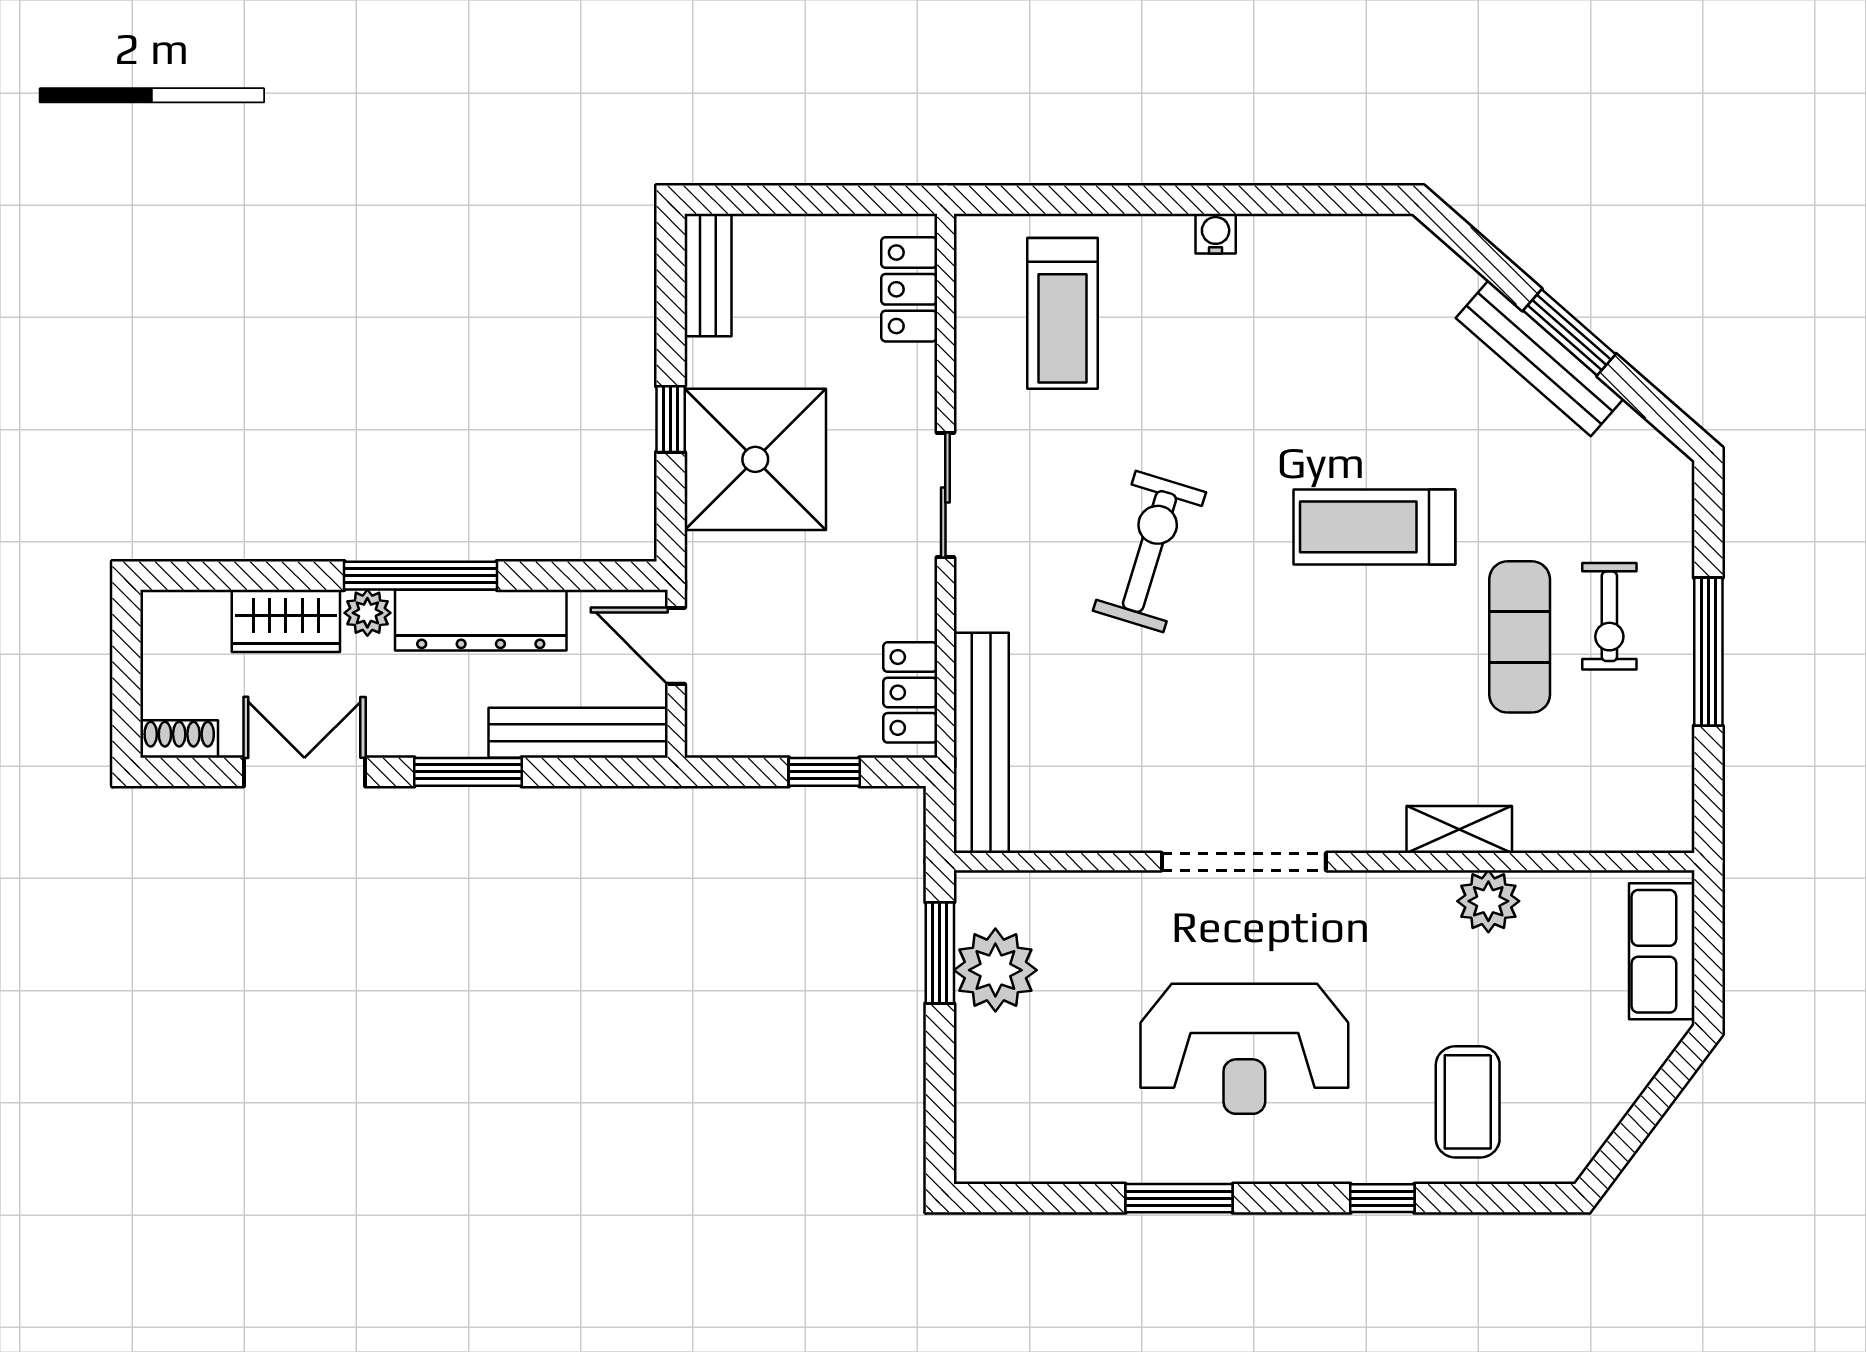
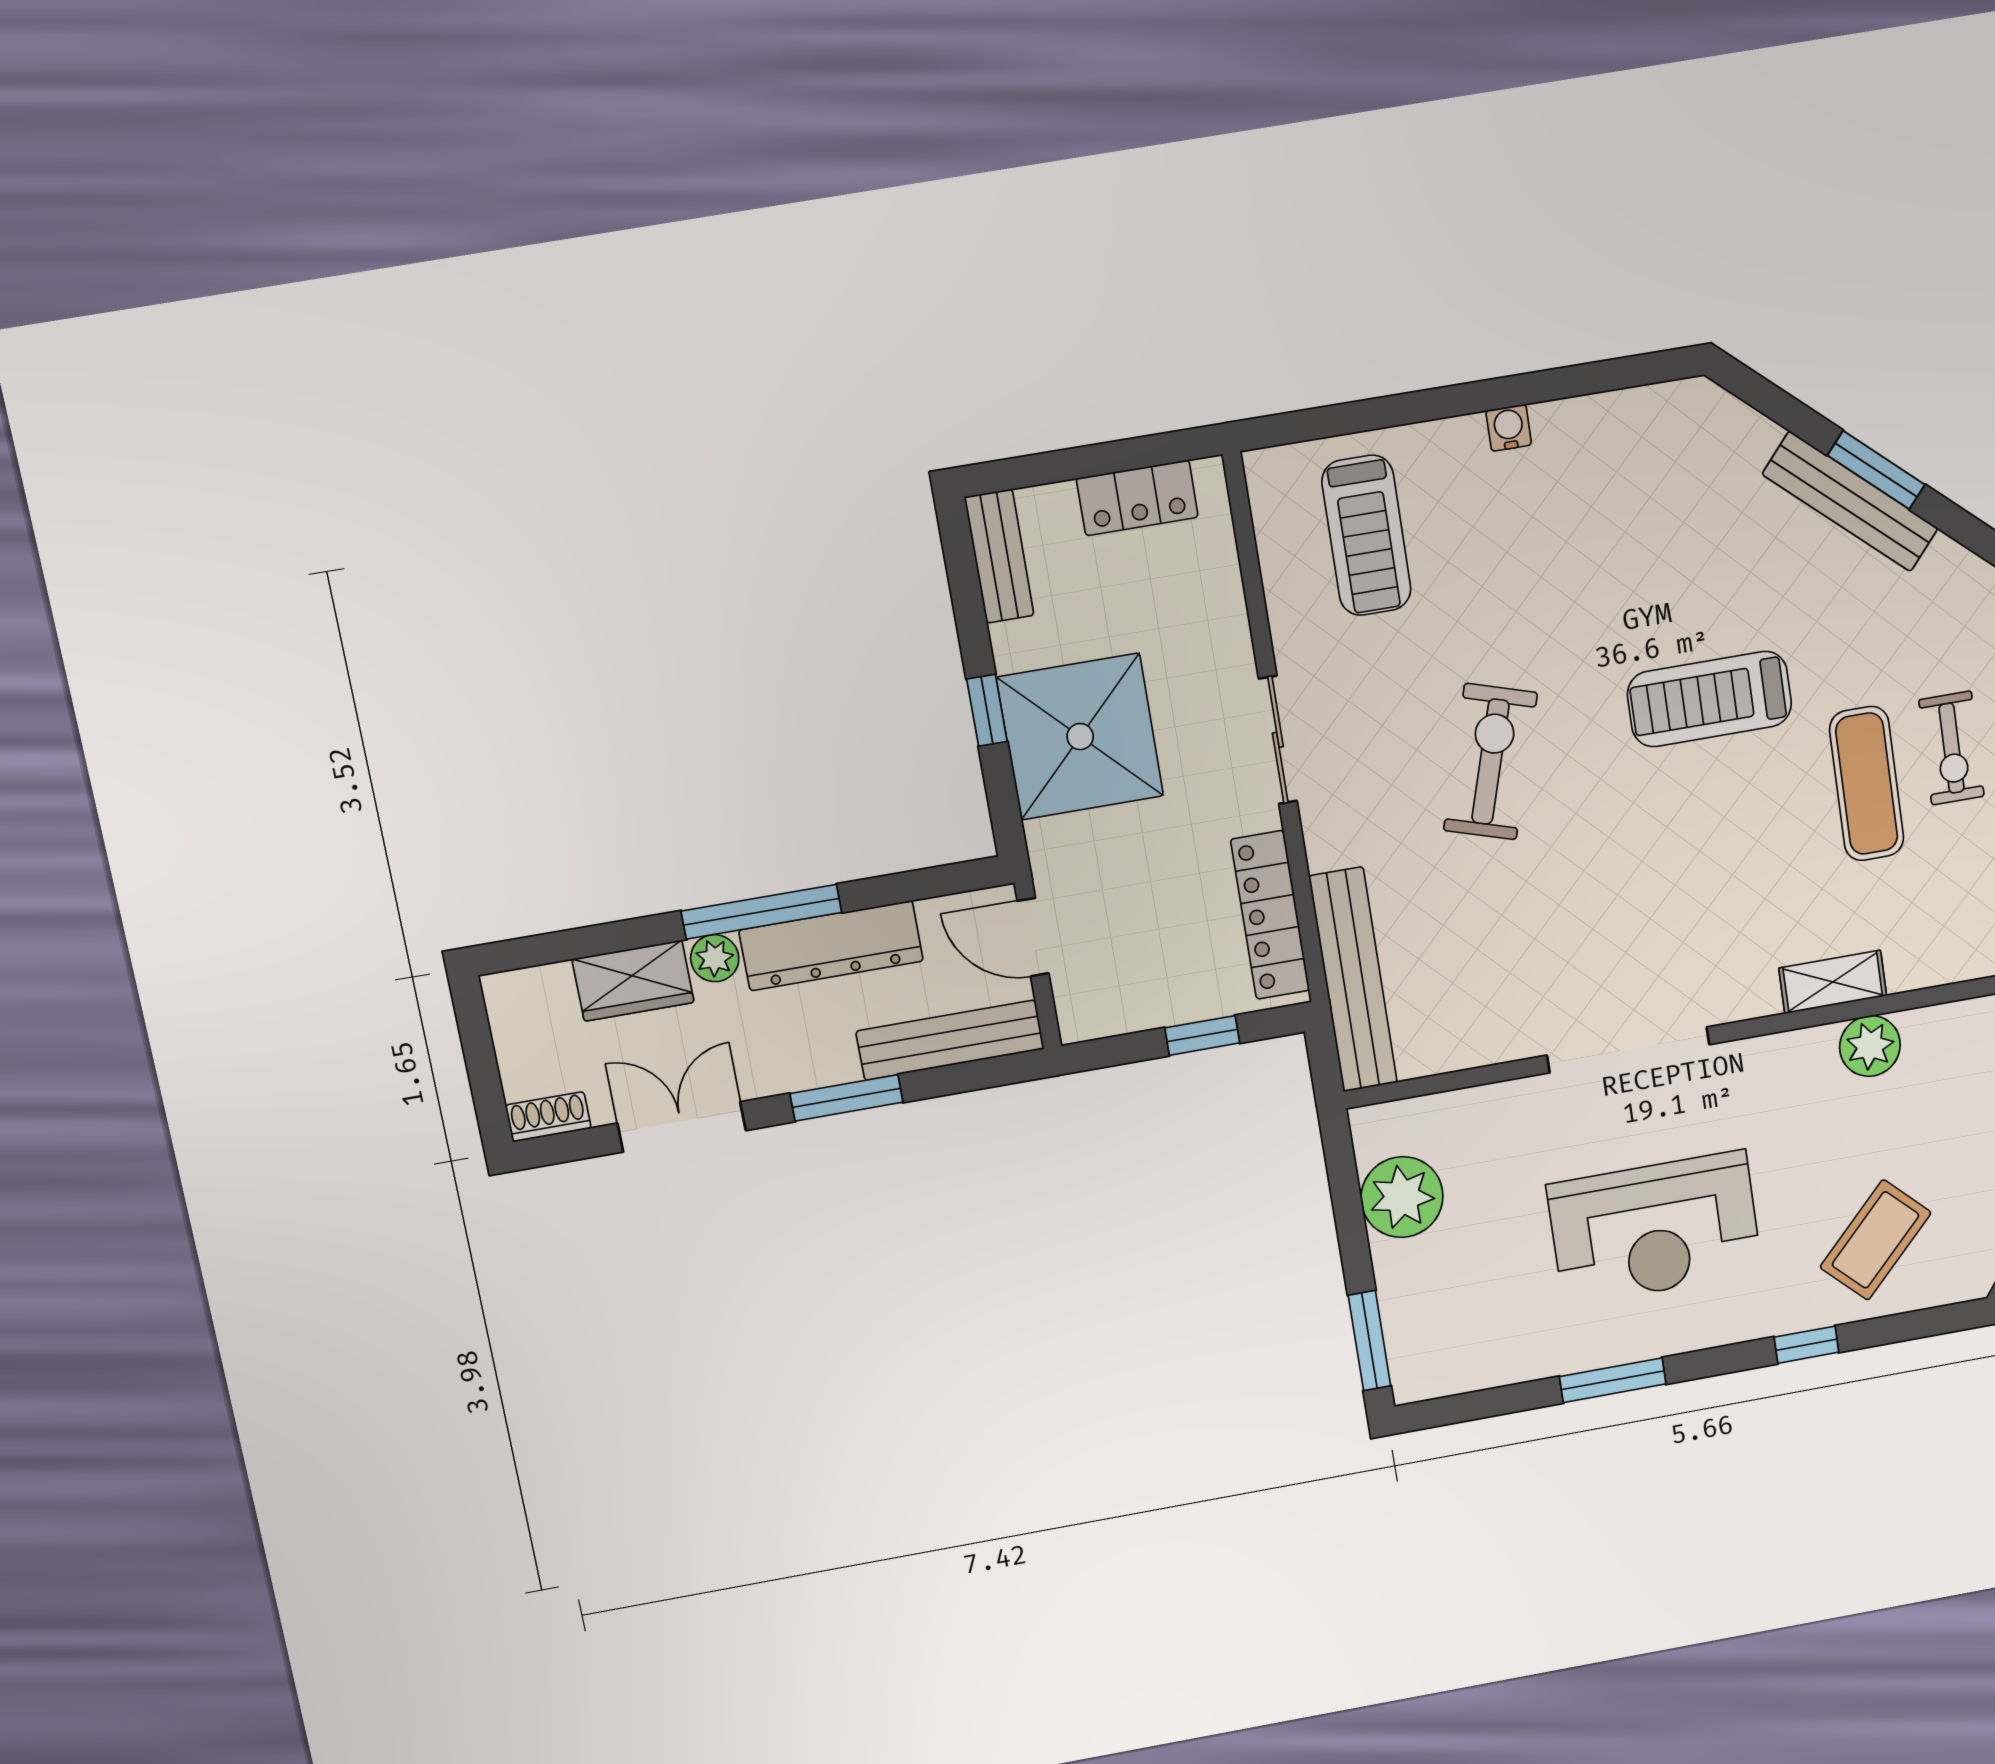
locker: (909, 289) -> (1137, 498), moved, turned -90
locker: (910, 692) -> (1270, 915), width x1.53
window: (940, 953) -> (1369, 1341), moved
coffee table: (1468, 1102) -> (1875, 1240), turned 44

